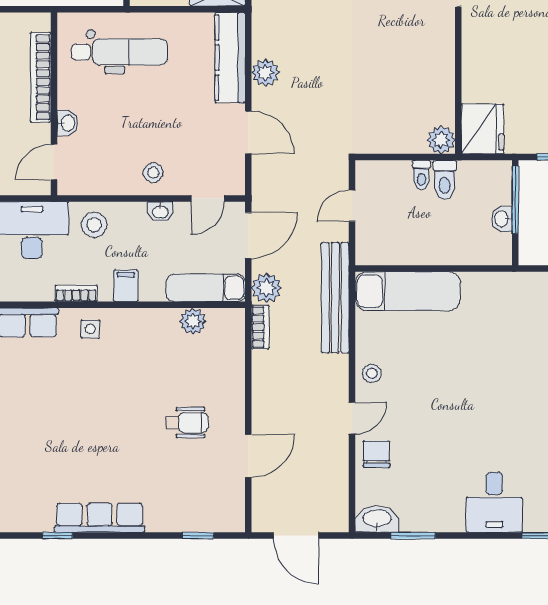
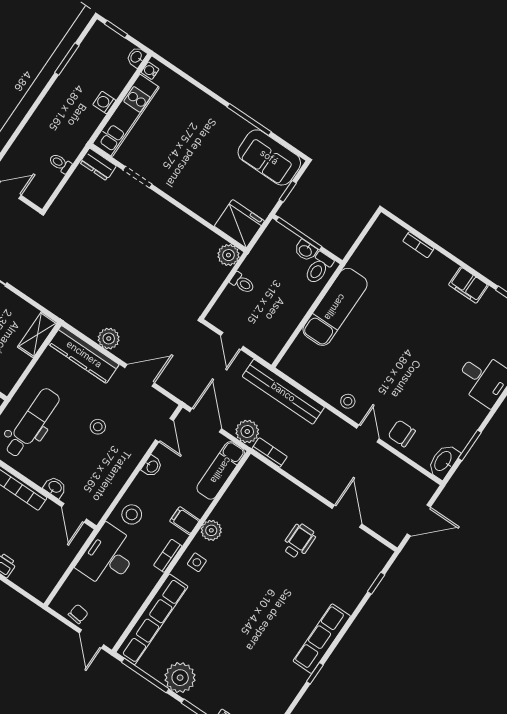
stool: (153, 173) -> (98, 427), moved
toilet: (445, 180) -> (319, 268), moved, turned 90
exam couch: (408, 291) -> (335, 307), moved
plant: (193, 321) -> (211, 530), moved

